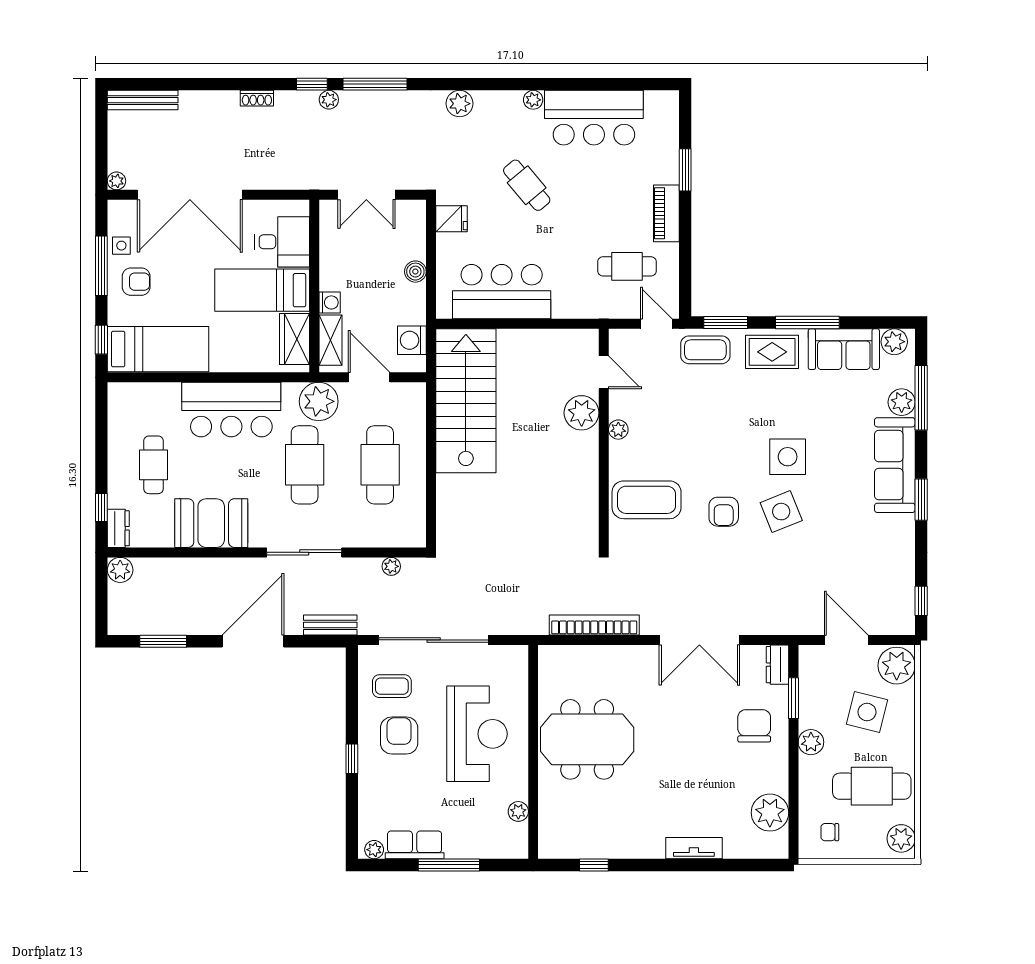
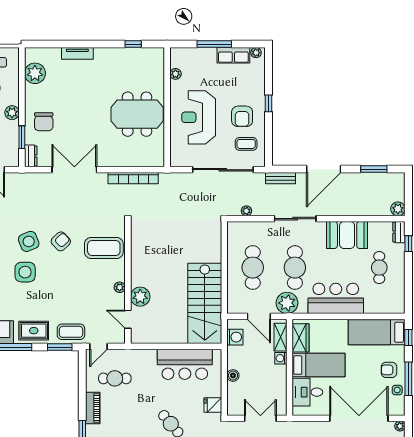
door: (656, 324) -> (98, 346), hinge flipped
armchair: (724, 512) -> (61, 241), turned 47

